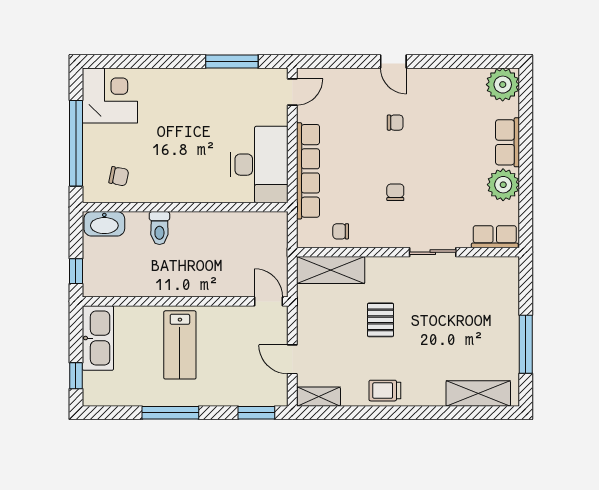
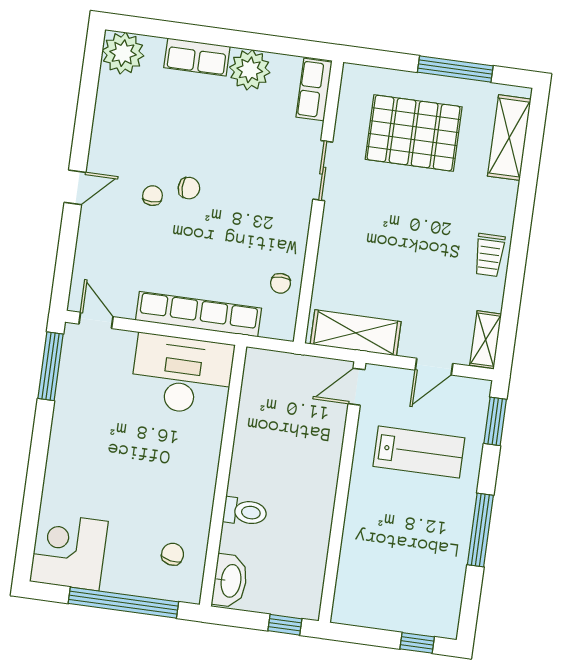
window: (232, 62) -> (51, 366), moved
chair: (395, 192) -> (189, 188), moved, turned 180
shelving: (331, 270) -> (356, 333), moved, turned 90
pallet: (380, 320) -> (414, 133), moved, width x2.05, depth x2.00
kitchen sink: (98, 338) -> (373, 609), removed
lab bench: (180, 345) -> (419, 452), moved

